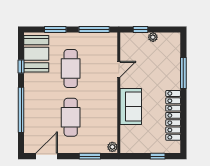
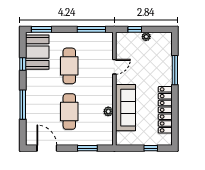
window: (55, 30) -> (42, 29), moved
sofa: (131, 106) -> (126, 108), width x1.36
window: (21, 110) -> (23, 105), width x0.68
plant: (112, 147) -> (108, 111), moved
door: (47, 156) -> (47, 148), hinge flipped

